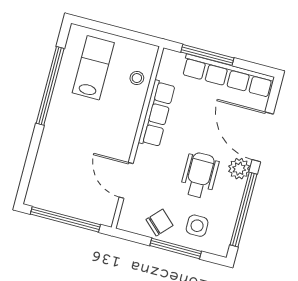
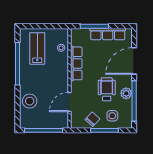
row of seats: (228, 76) -> (108, 34), width x0.73
door: (263, 137) -> (134, 61), hinge flipped
stool: (54, 160) -> (30, 101), added
plant: (239, 169) -> (126, 93), moved
door: (126, 180) -> (70, 102), hinge flipped

